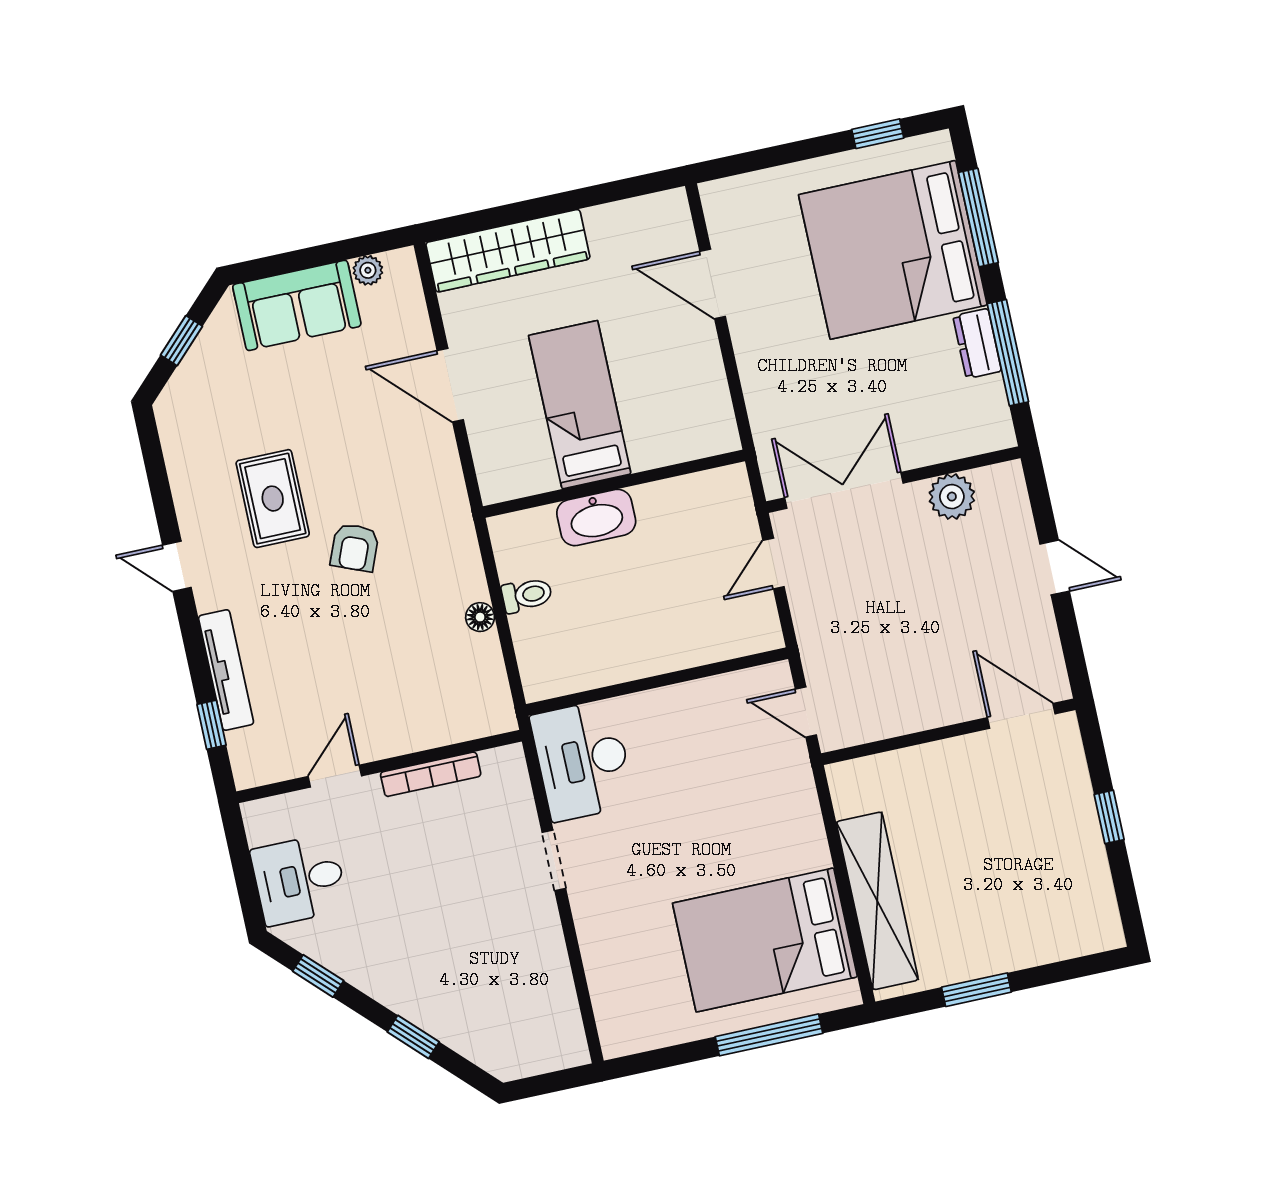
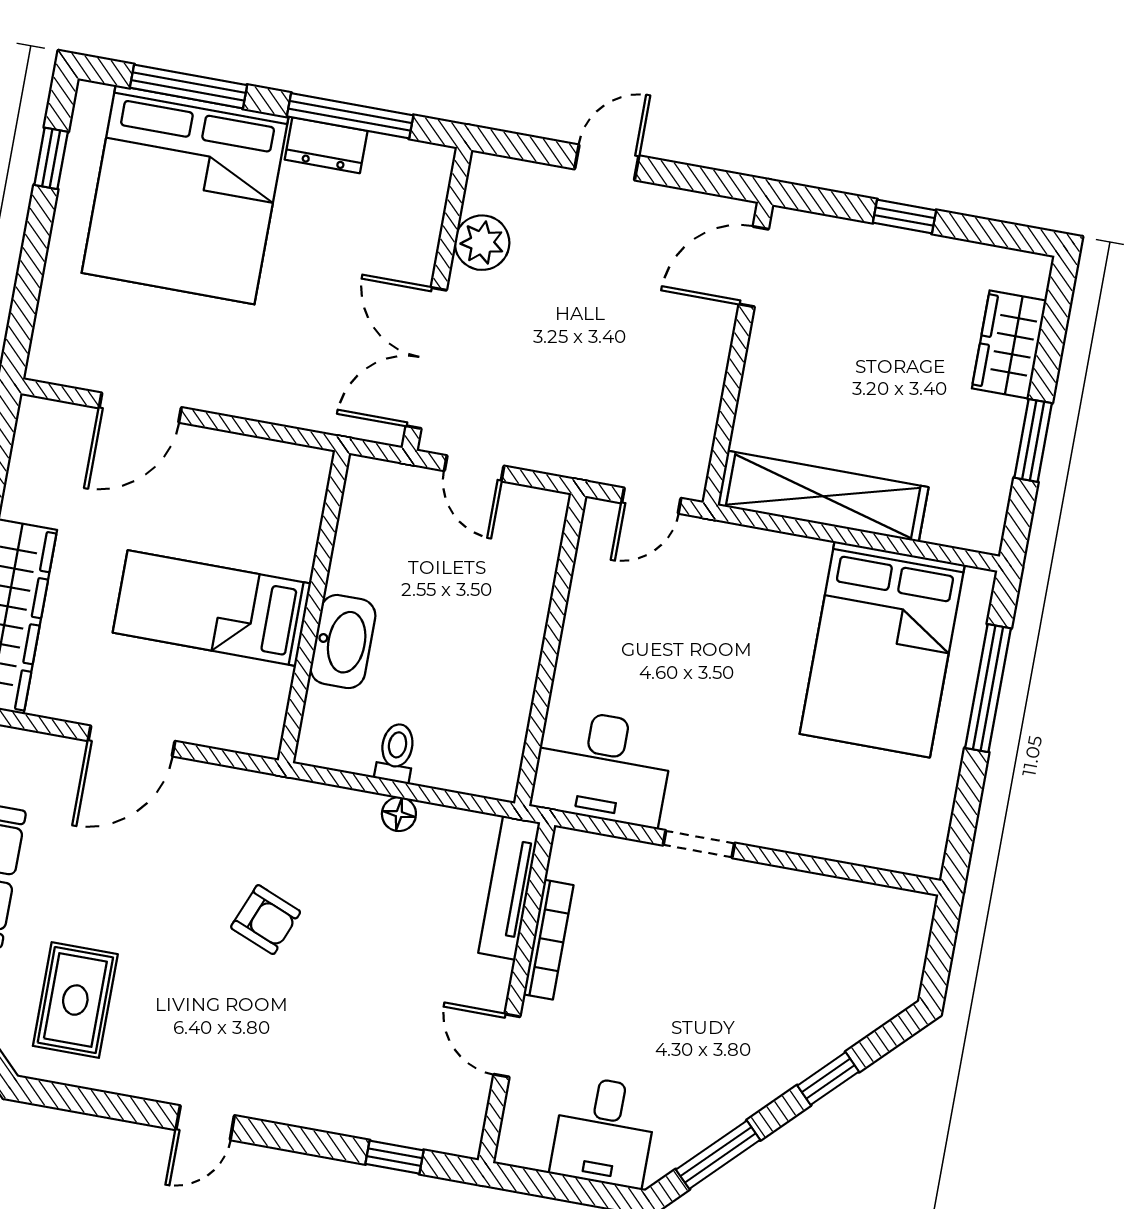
rug: (273, 499) -> (75, 1000), moved, turned 90
tv unit: (226, 670) -> (509, 888), moved, turned -90
shelving: (877, 901) -> (823, 496), moved
wardrobe: (1043, 940) -> (1009, 345), added
window: (318, 976) -> (718, 1155), width x1.50

